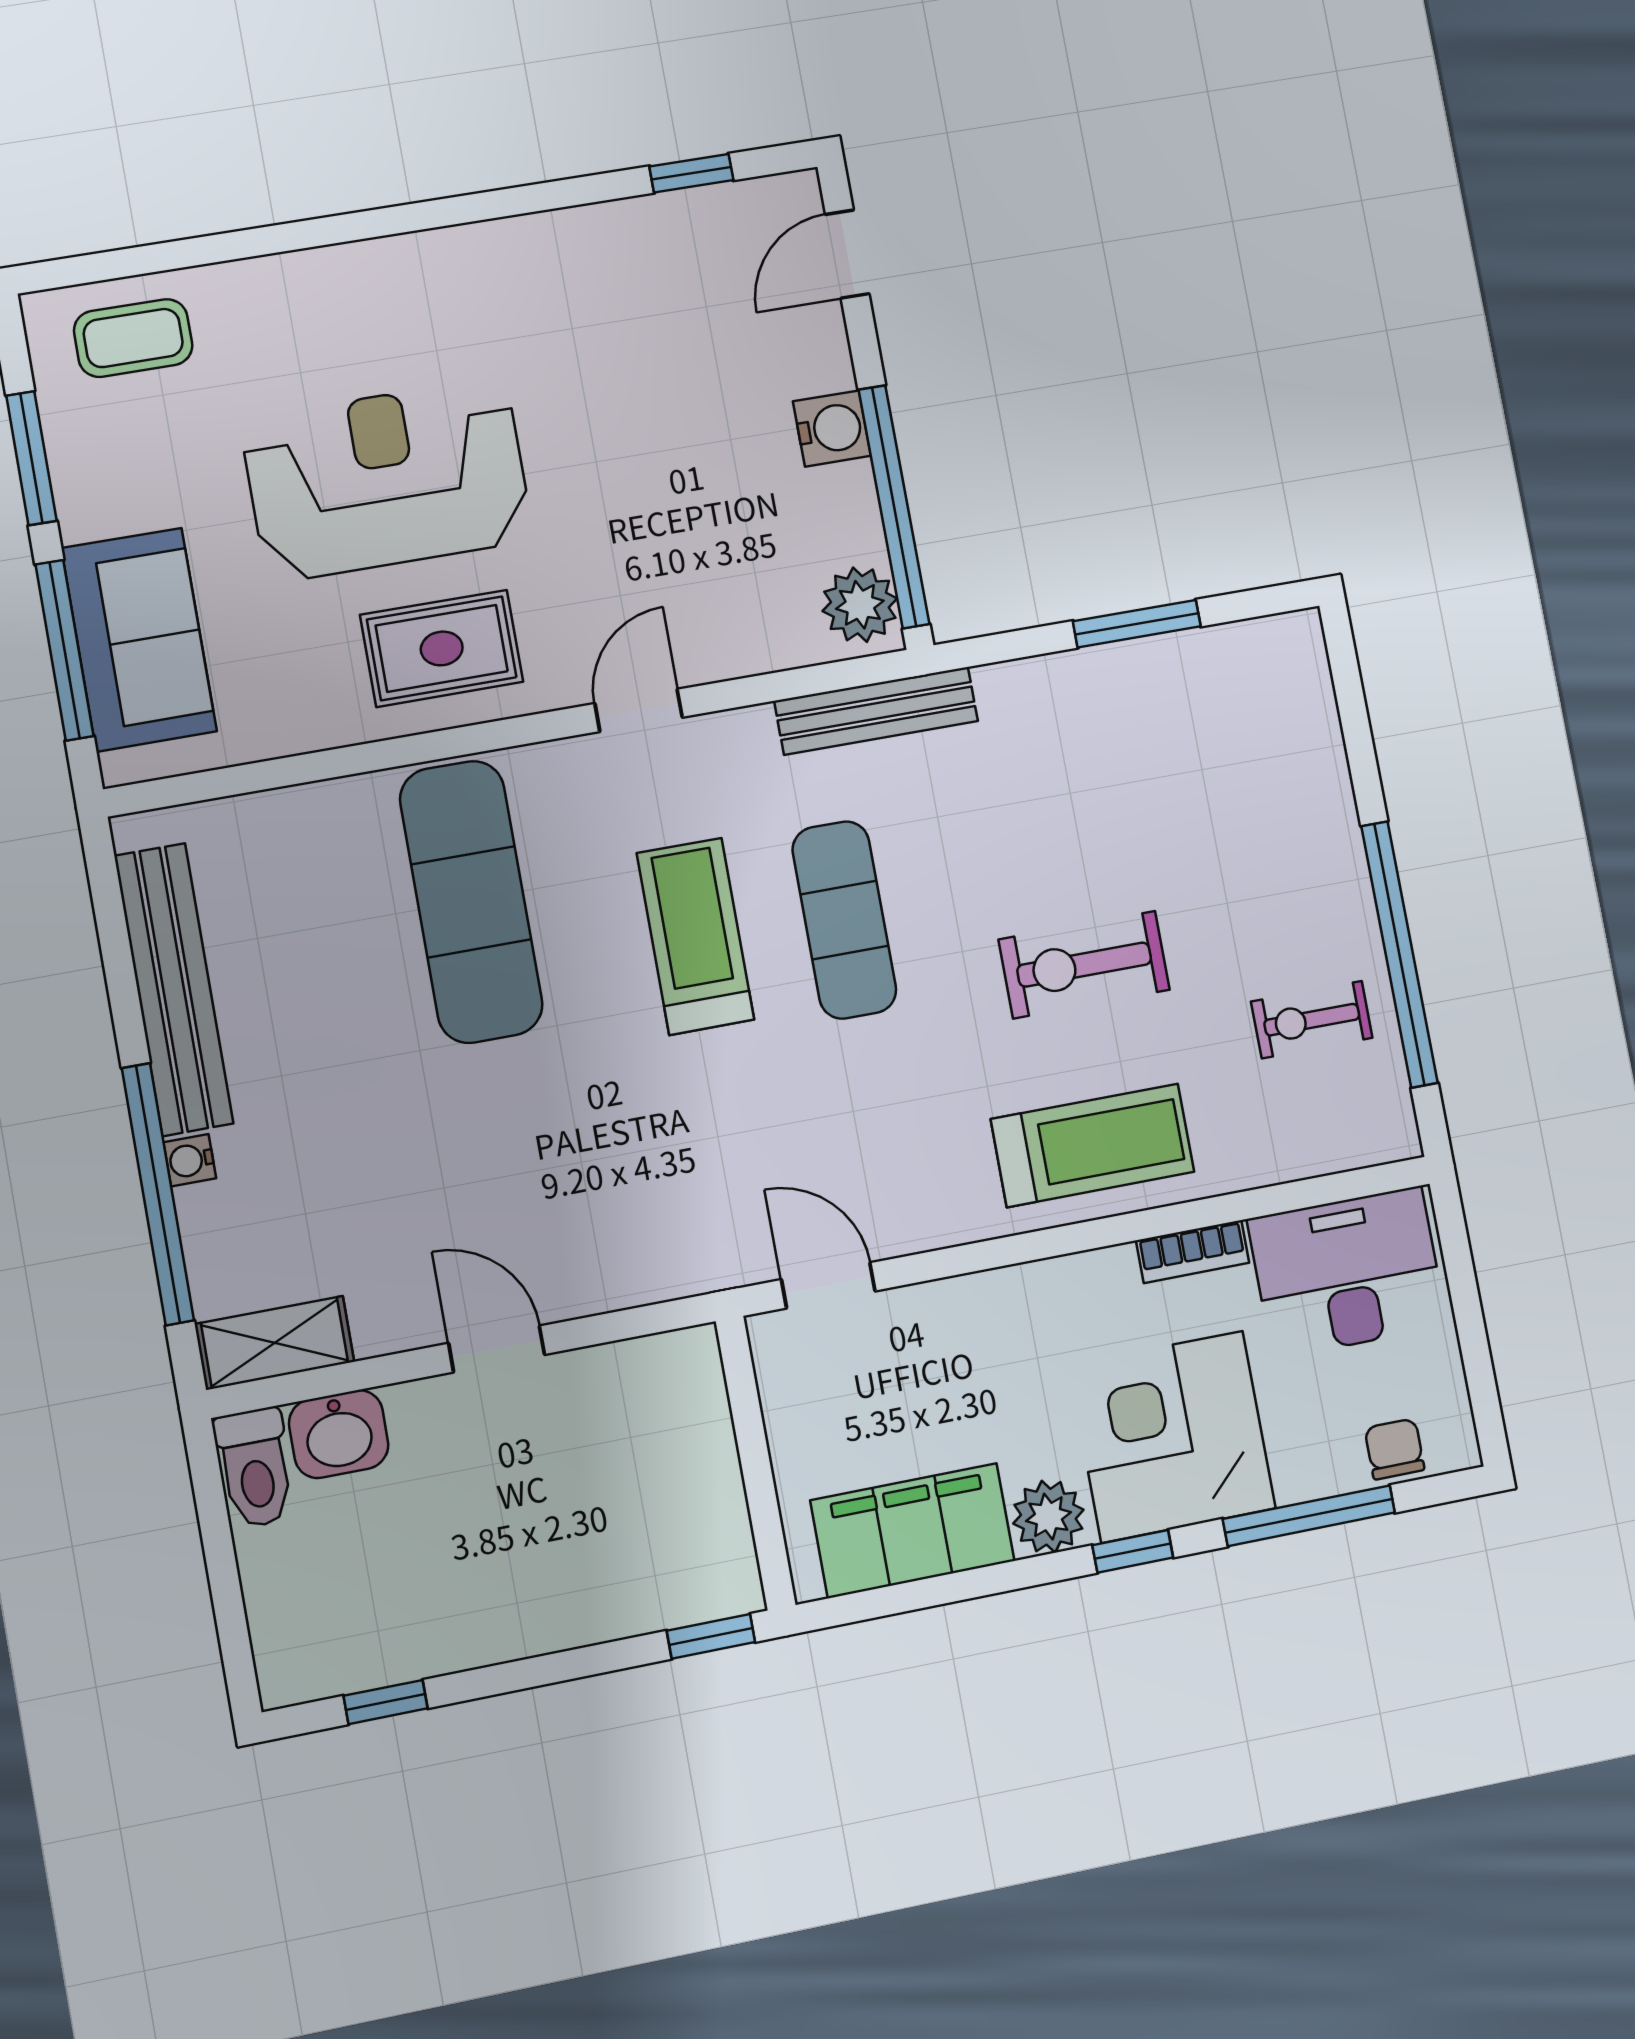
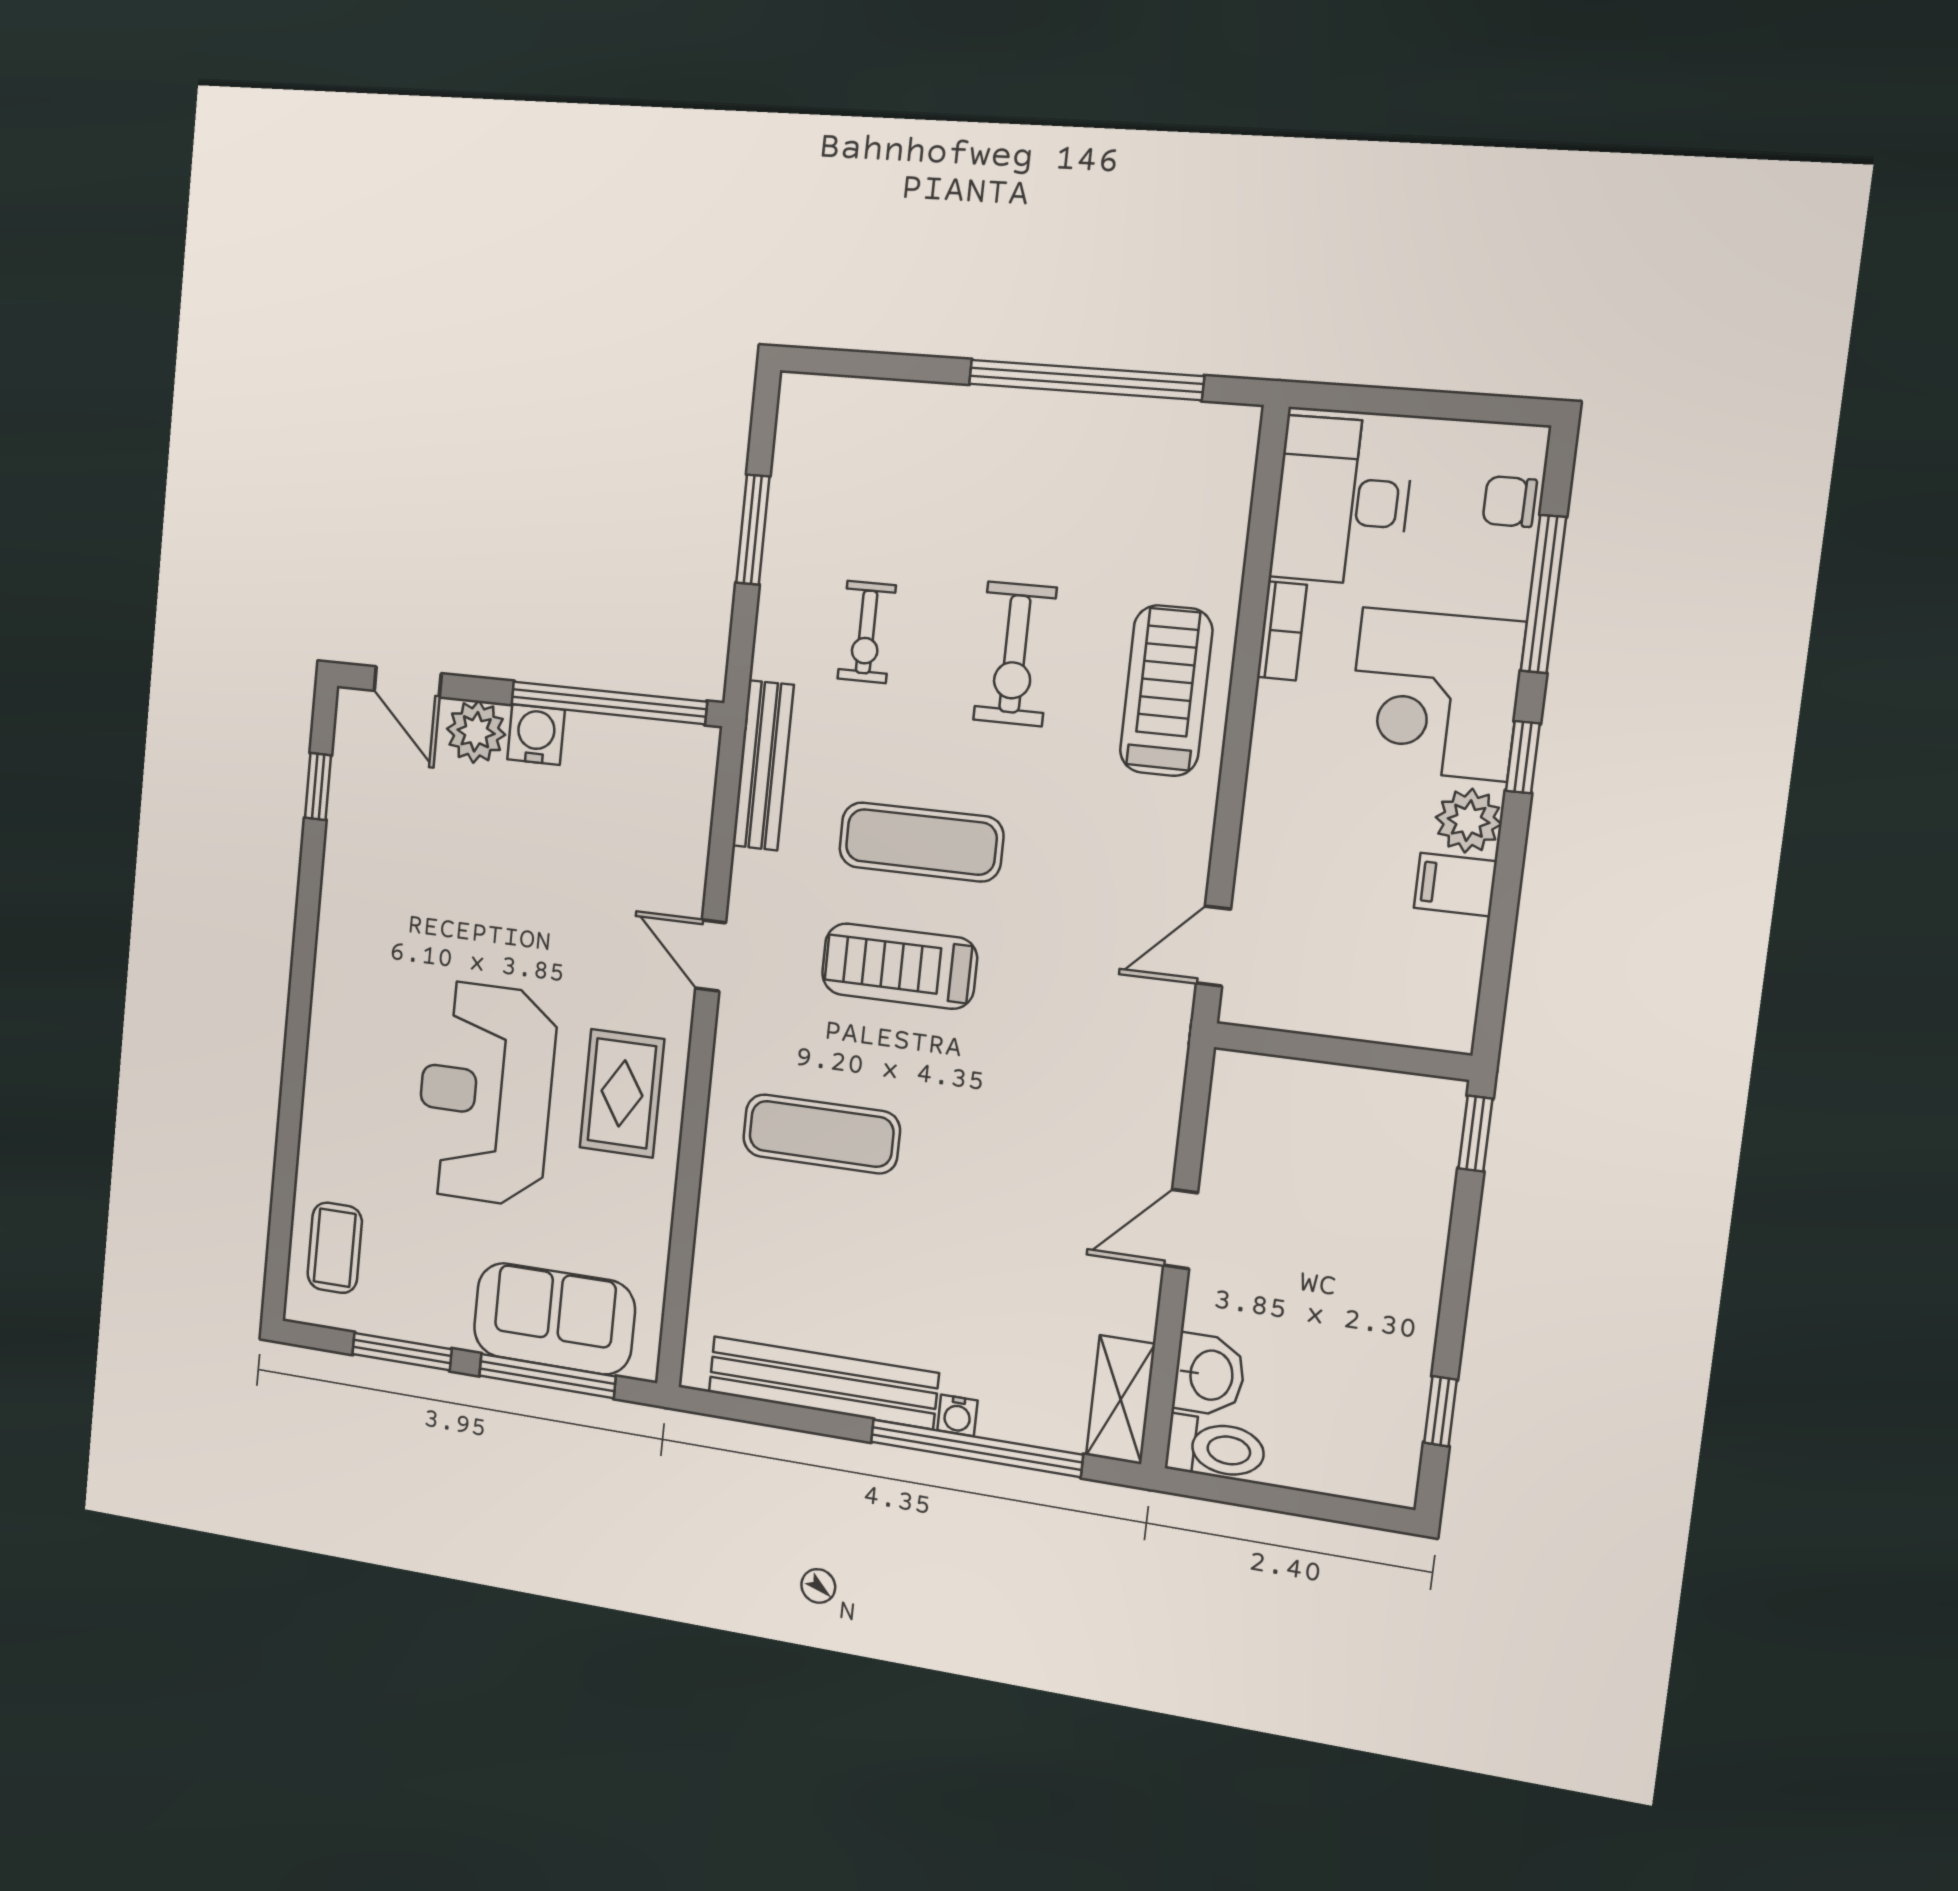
plant: (860, 605) -> (476, 732), moved
exercise mat: (471, 902) -> (821, 1134), width x0.73, depth x0.69
exercise bike: (1312, 1020) -> (867, 632), moved
filing cabinet: (912, 1531) -> (1455, 885), width x0.33, depth x0.86

